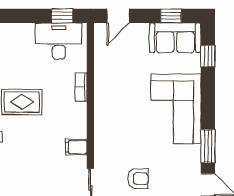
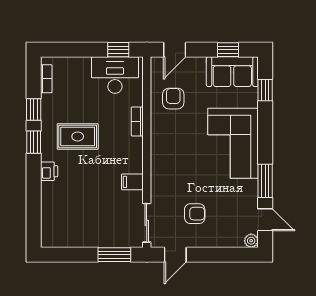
armchair: (117, 64) -> (173, 99), added

